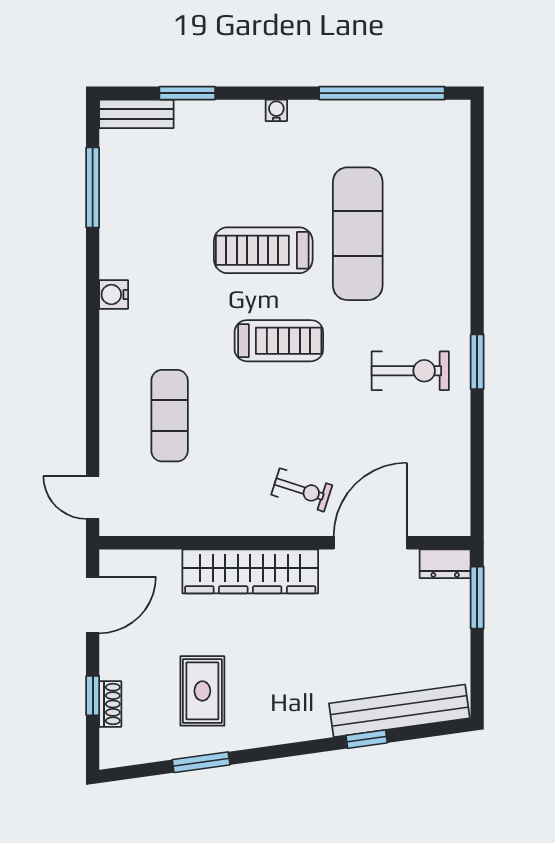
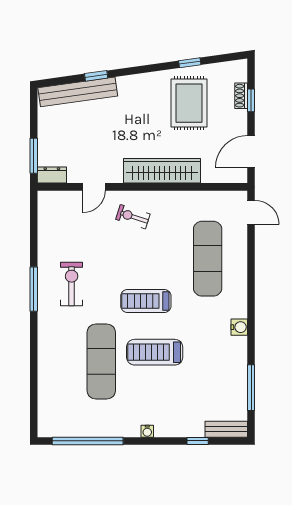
window: (187, 93) -> (198, 441), width x0.67
treadmill: (263, 250) -> (155, 352), turned 180
window: (477, 362) -> (34, 289), width x1.44
exercise bike: (410, 371) -> (72, 284), turned 90
exercise mat: (170, 416) -> (208, 259), width x1.36, depth x1.45
door: (370, 543) -> (94, 187), width x0.53
rug: (202, 691) -> (189, 103), width x1.36, depth x1.43
window: (201, 762) -> (190, 63), width x0.67

